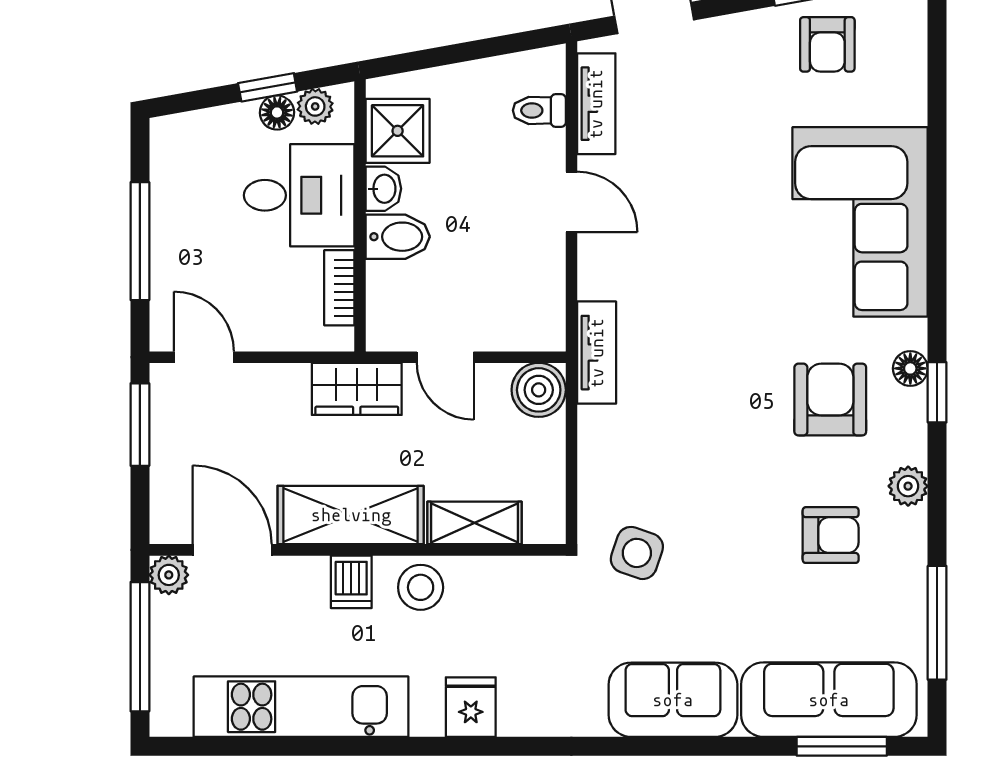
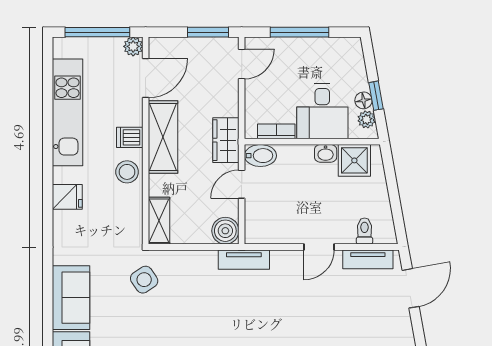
bidet: (398, 237) -> (260, 156), moved, turned -90
shelving: (475, 523) -> (159, 221), moved
side table: (637, 553) -> (144, 280), turned 37

